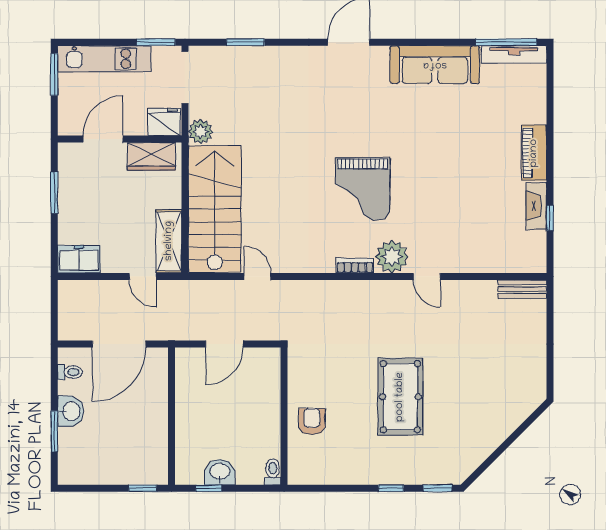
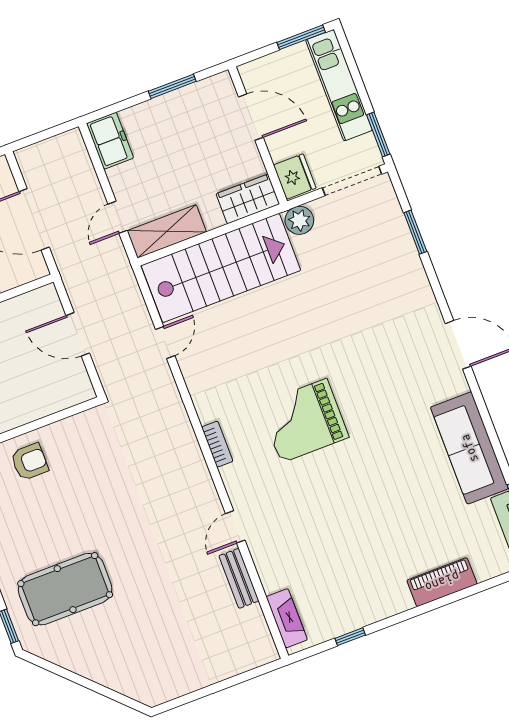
piano: (534, 153) -> (442, 582), moved
wardrobe: (152, 156) -> (248, 199), moved, turned 90
fireplace: (536, 206) -> (287, 618), moved, turned 90
plant: (392, 257) -> (242, 481), removed
bench: (522, 289) -> (239, 578), moved
pool table: (400, 397) -> (65, 589), moved

